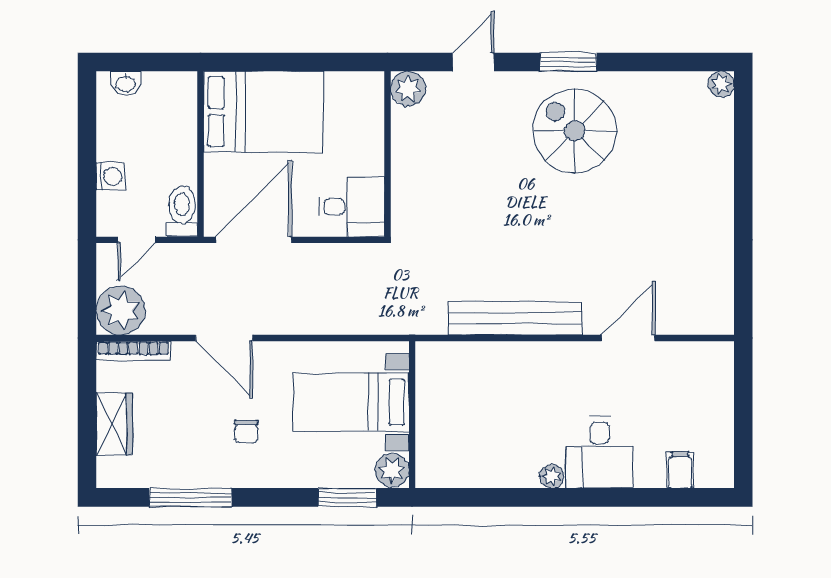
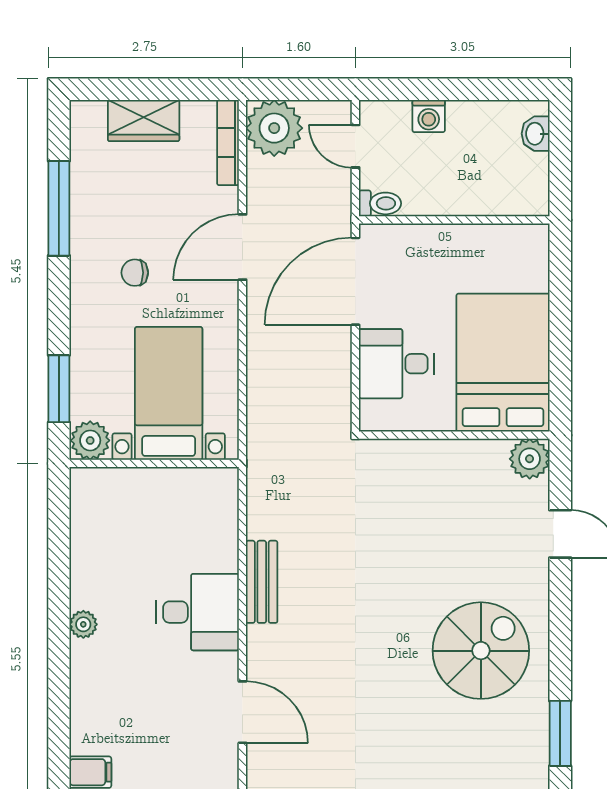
window: (568, 62) -> (560, 733), moved
bed: (264, 112) -> (503, 363), moved, turned 180
desk: (352, 207) -> (396, 364), moved, turned 90
toilet: (182, 211) -> (380, 203), width x0.73, depth x0.72
door: (254, 240) -> (355, 281), swing flipped
bench: (515, 318) -> (262, 582), width x0.54, depth x0.82
desk: (599, 452) -> (198, 612), moved, turned 180

